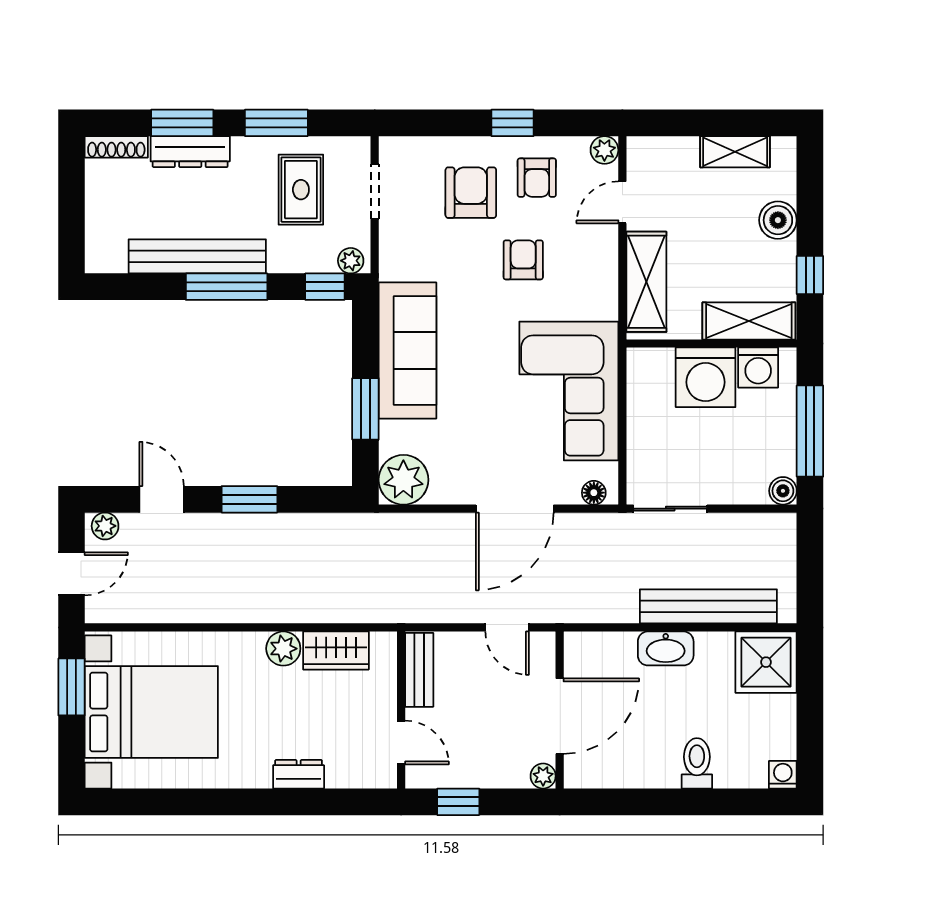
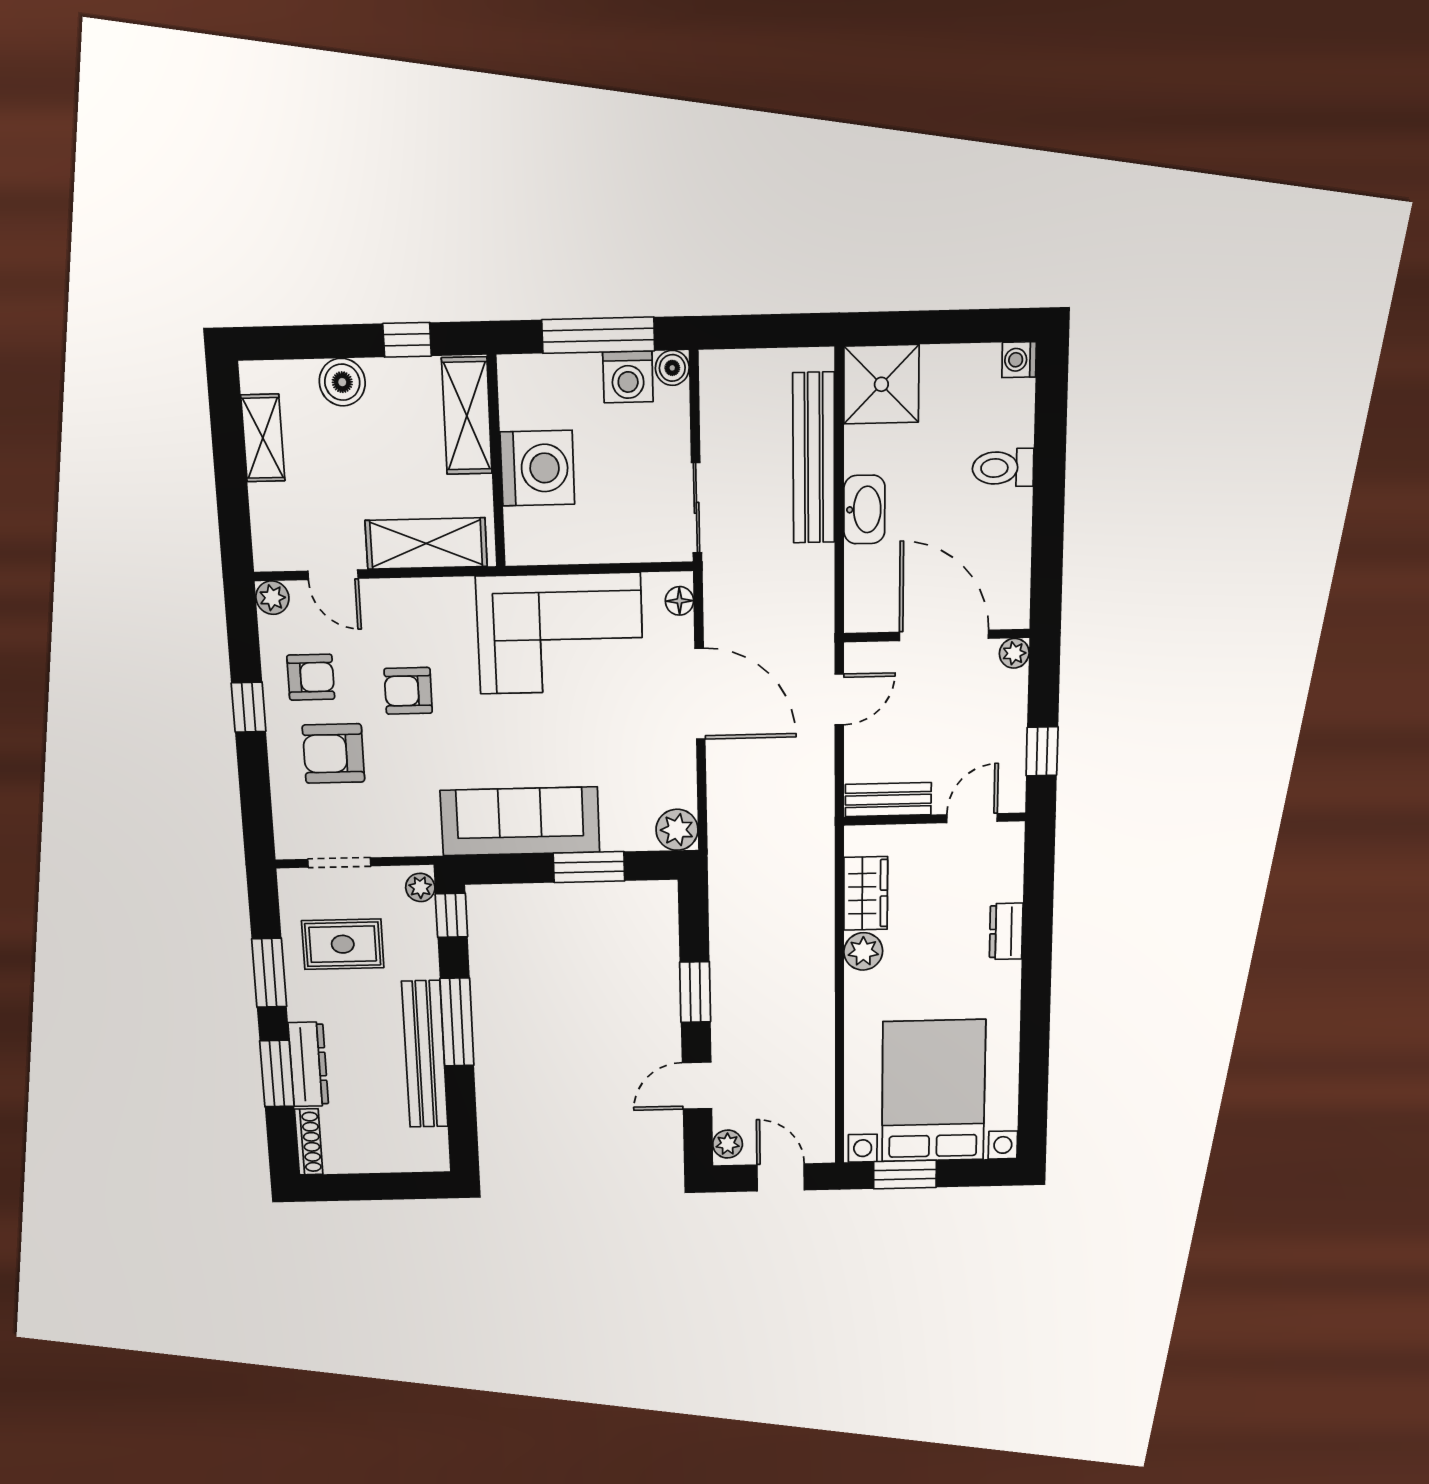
washing machine: (758, 367) -> (628, 377), moved, turned 90
plant: (403, 480) -> (677, 830), width x0.73, depth x0.73

